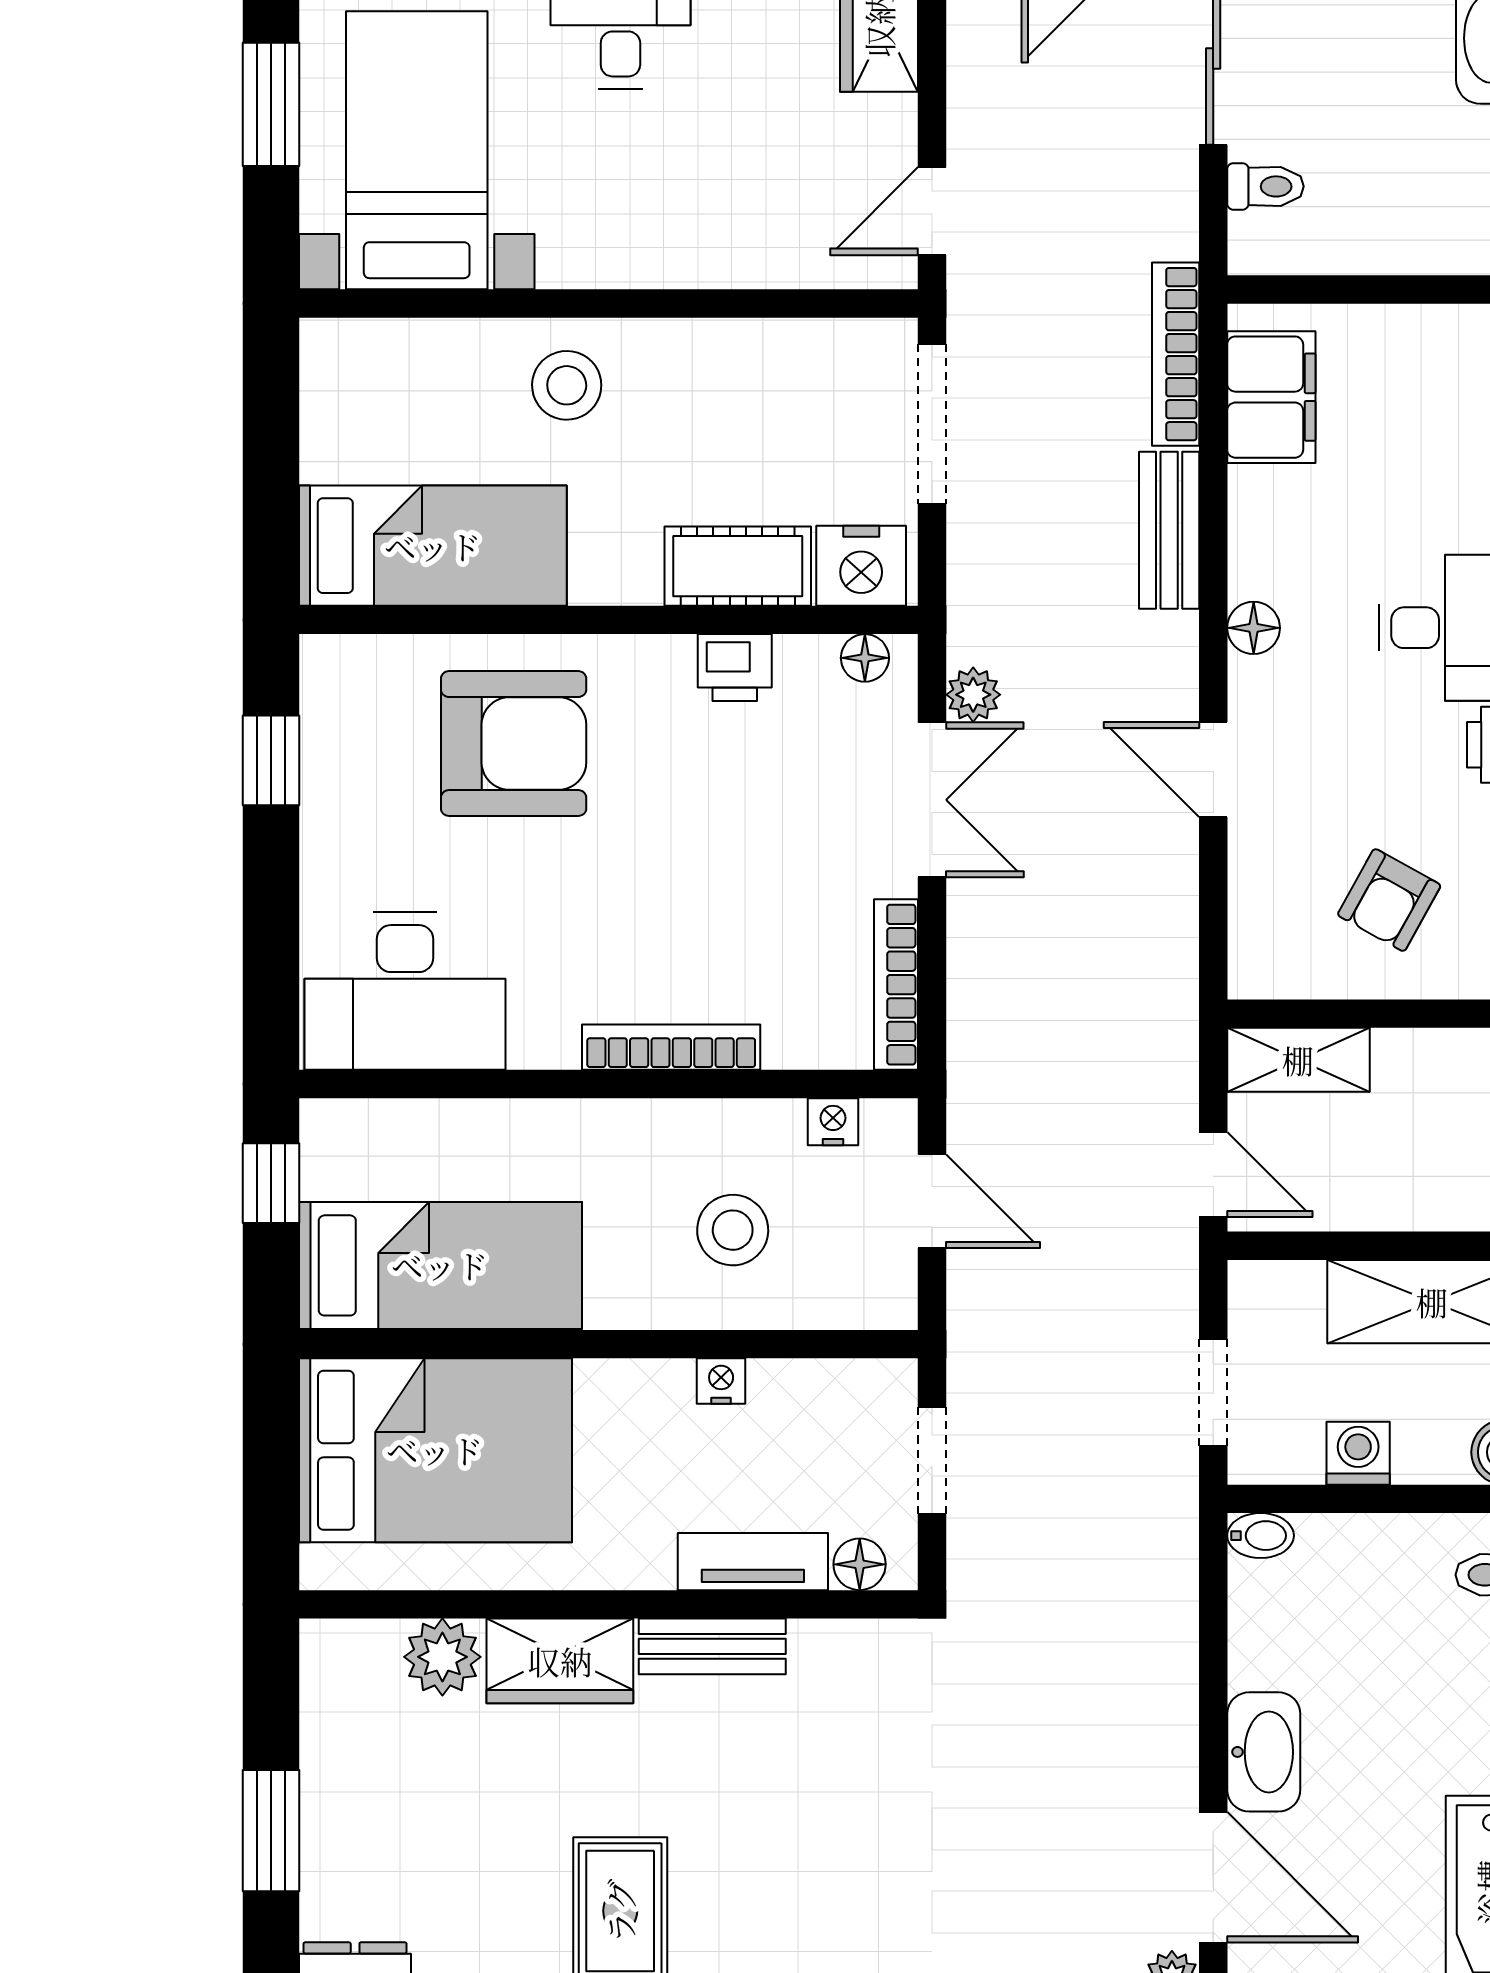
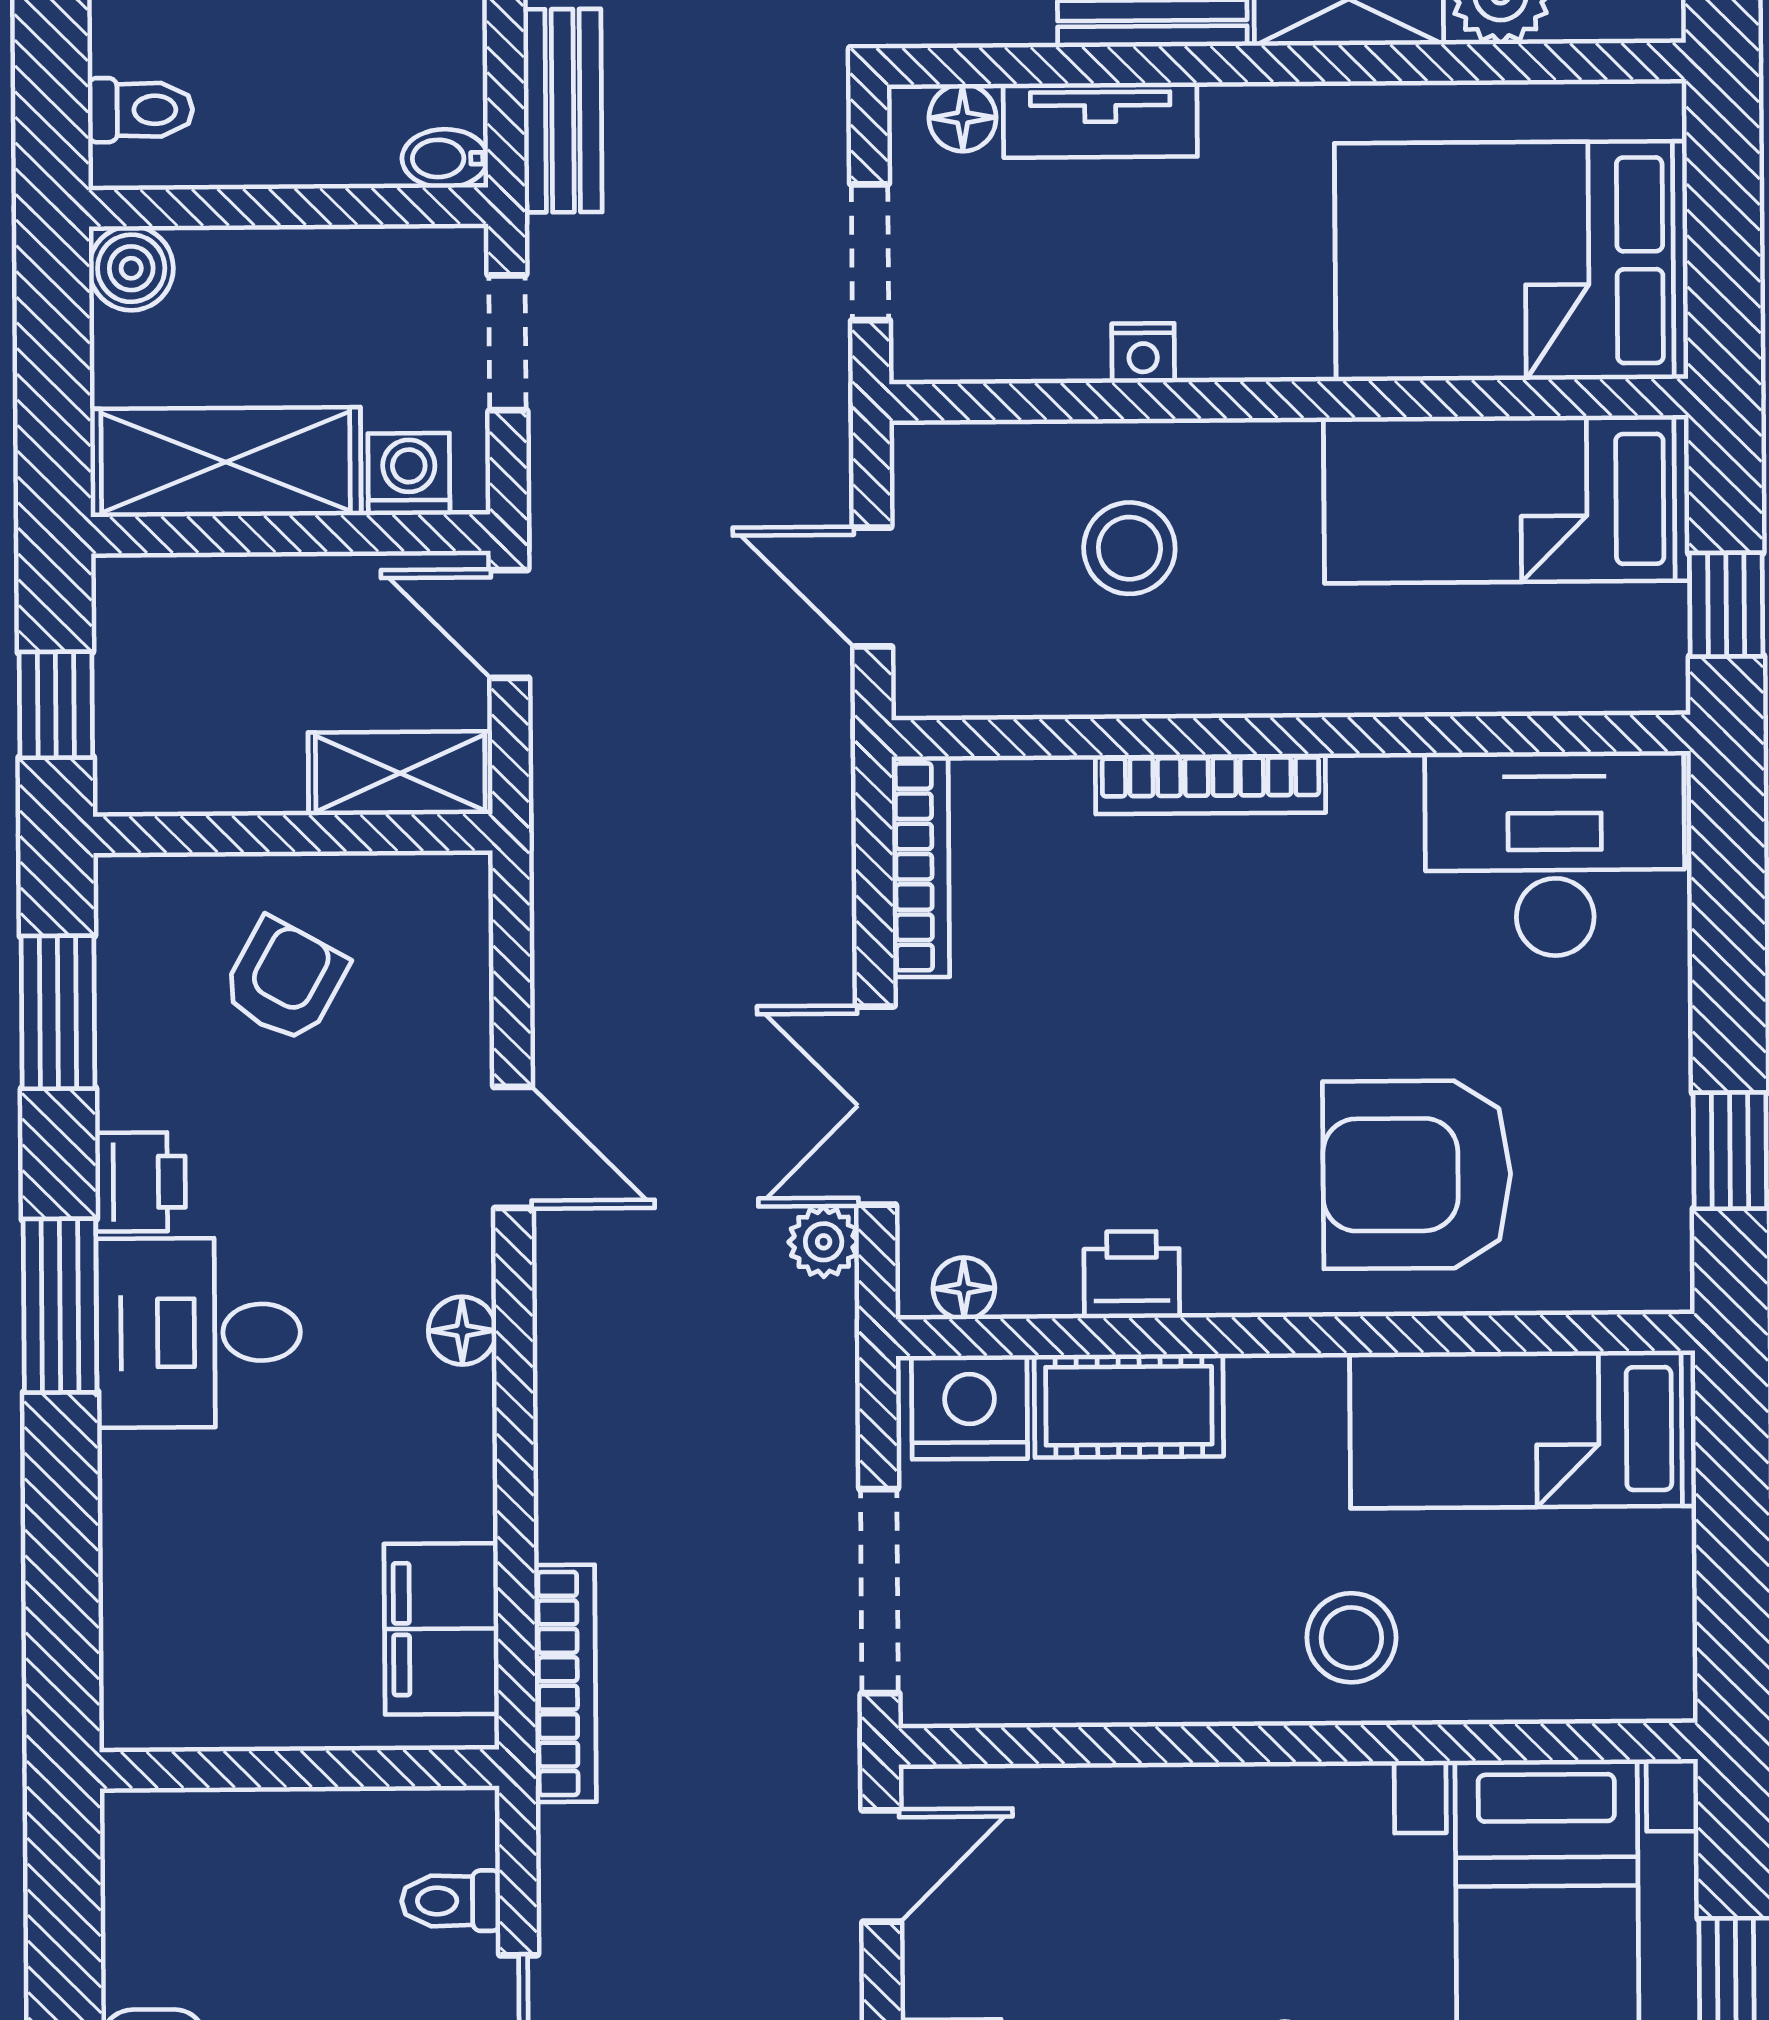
bench: (1169, 530) -> (563, 111), moved
nightstand: (833, 1122) -> (1001, 689), removed
washing machine: (1358, 1453) -> (409, 474), moved, turned 180

